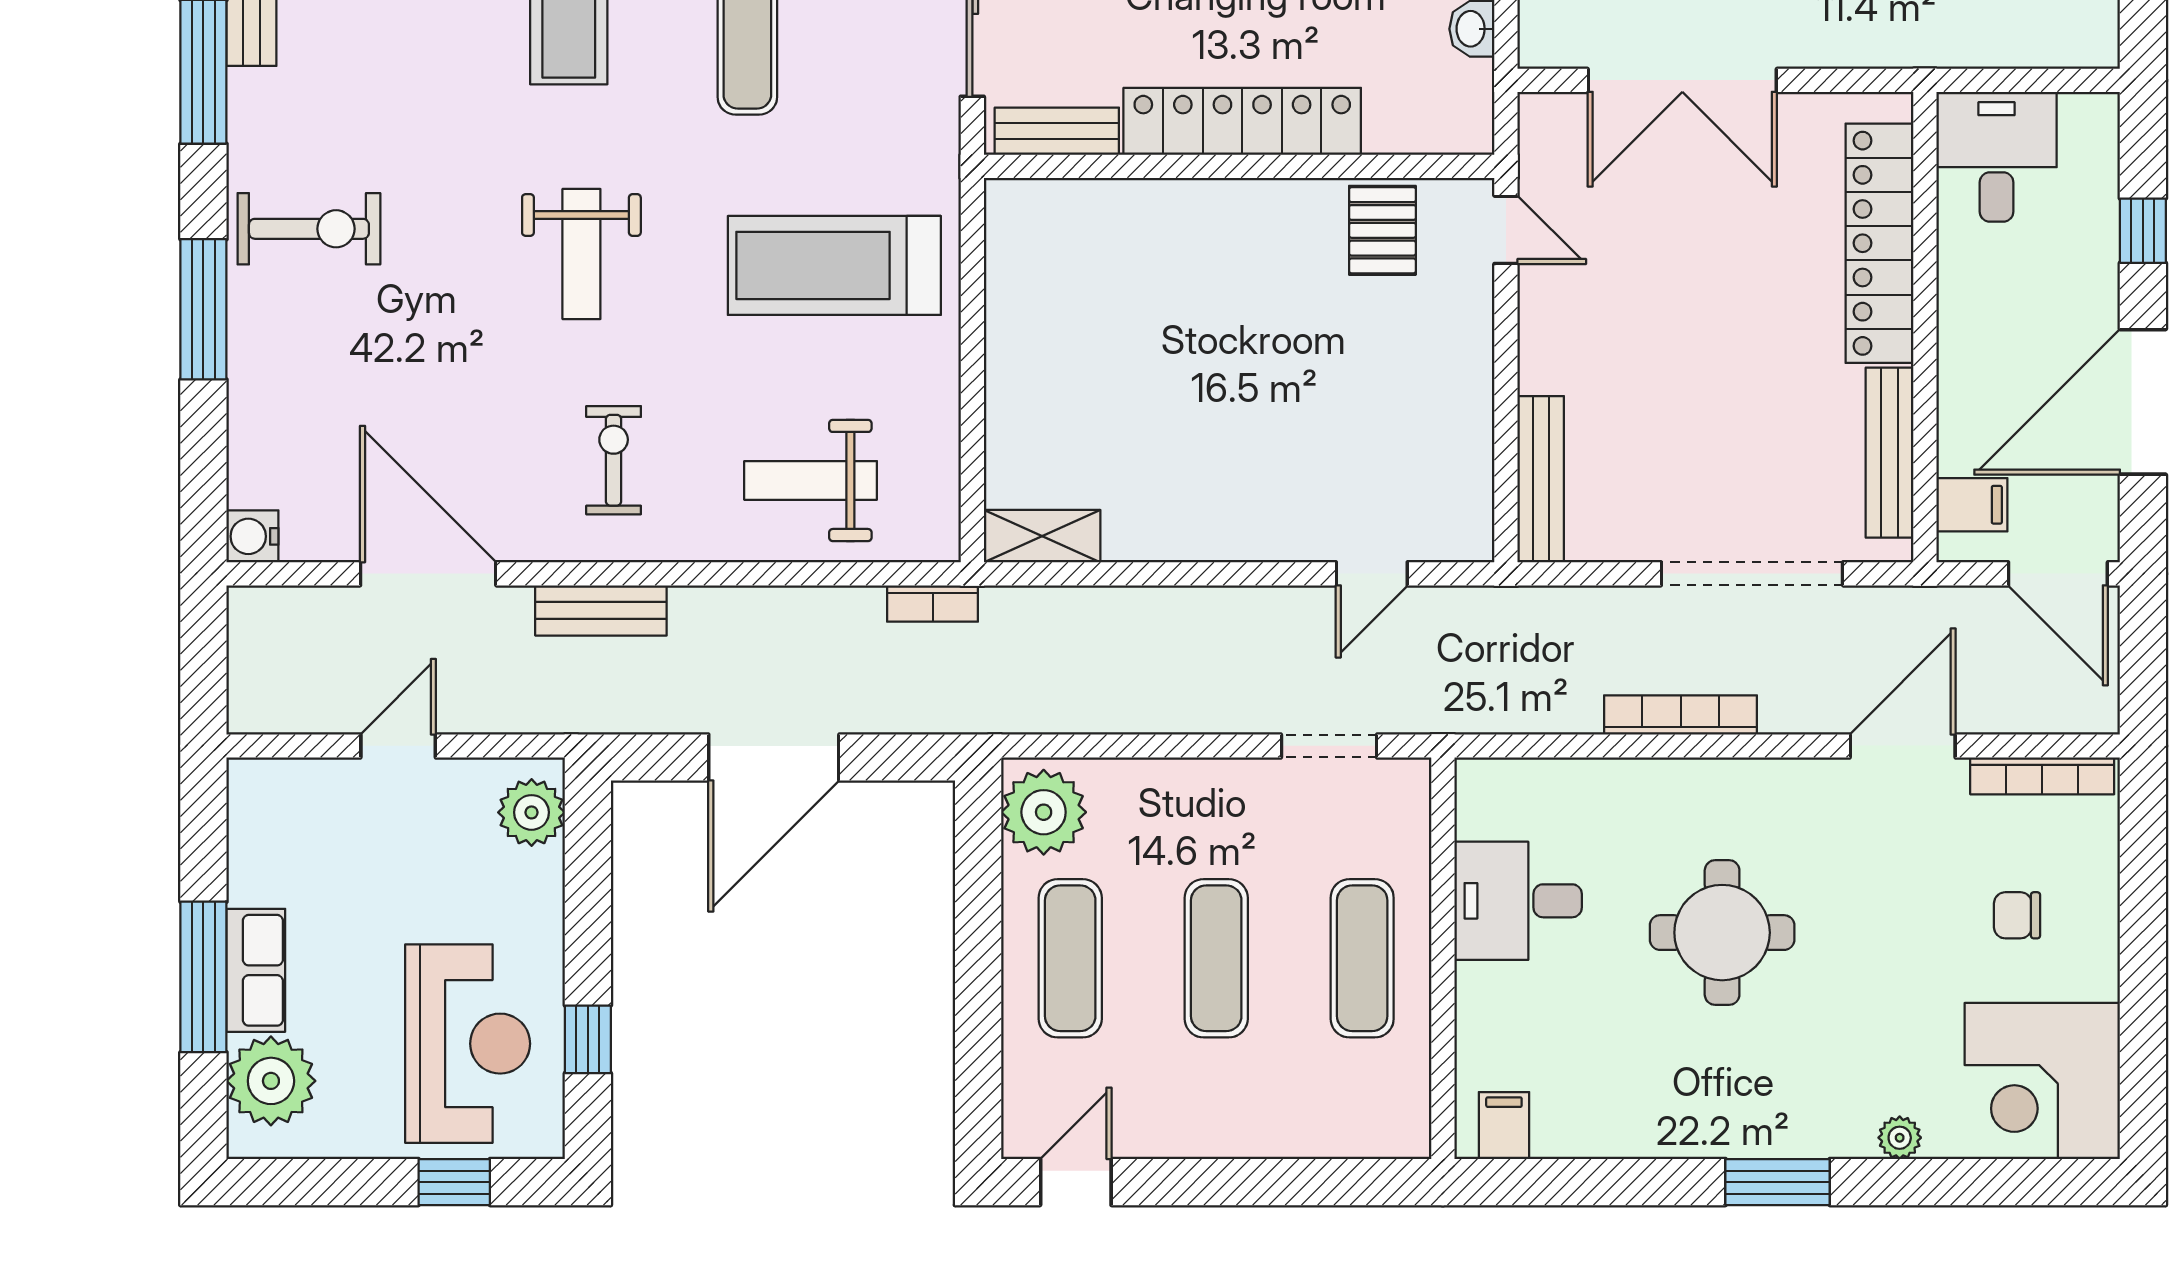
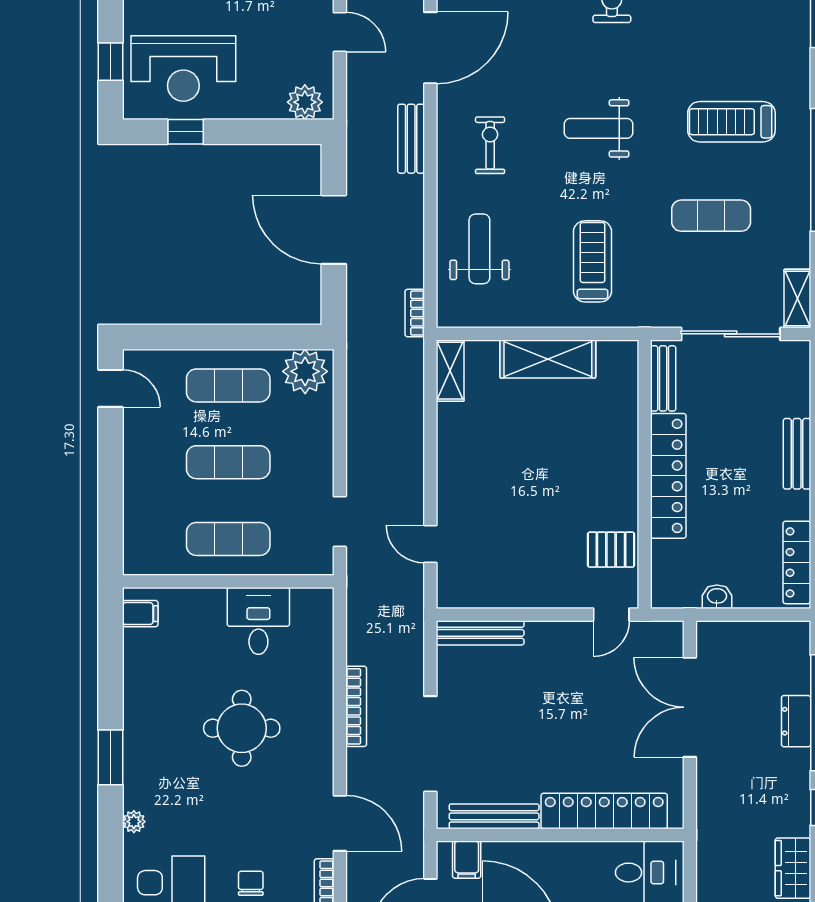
treadmill: (834, 265) -> (593, 261), width x0.73, depth x0.73
shelving: (1020, 350) -> (548, 359), added
exercise bike: (614, 460) -> (490, 145), turned -90

